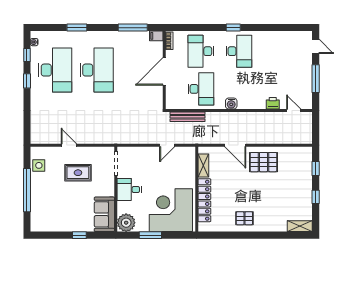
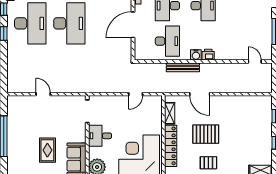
printer: (273, 103) -> (208, 55), moved
bench: (188, 117) -> (183, 67), moved
pallet: (263, 162) -> (206, 134), moved
side table: (39, 165) -> (15, 113), removed
rug: (78, 173) -> (47, 150), moved, turned 90

